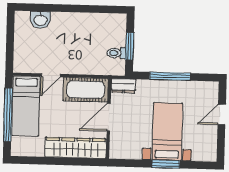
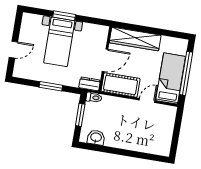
washbasin: (40, 20) -> (96, 138), moved
toilet: (116, 53) -> (94, 98), moved
window: (170, 76) -> (51, 86), width x0.69

